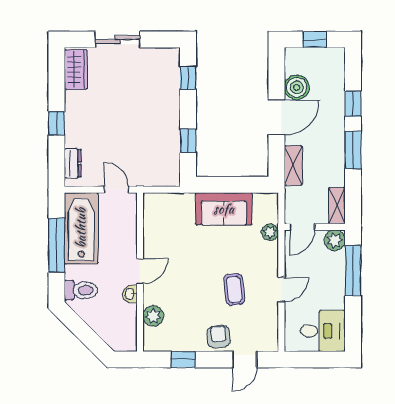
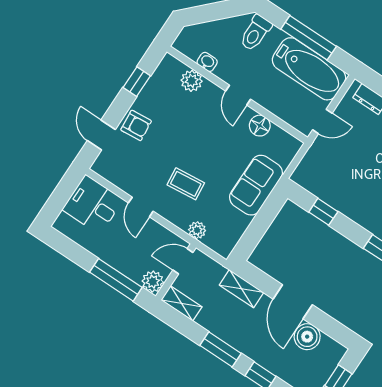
sofa: (224, 209) -> (256, 185), moved
door: (302, 227) -> (183, 261), hinge flipped
floor lamp: (153, 238) -> (260, 126), added
coffee table: (234, 290) -> (186, 184), moved
washbasin: (130, 294) -> (207, 62), moved
desk: (323, 331) -> (93, 205), moved, turned 90

